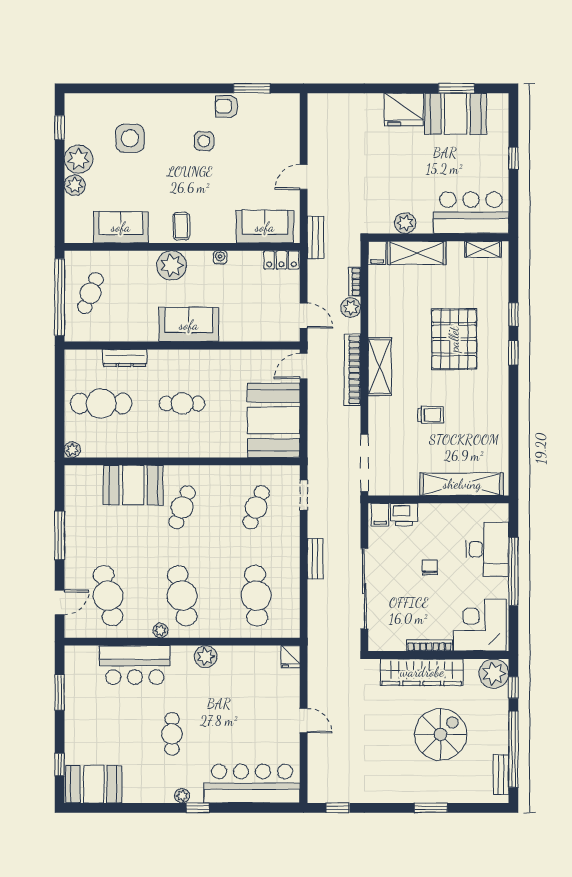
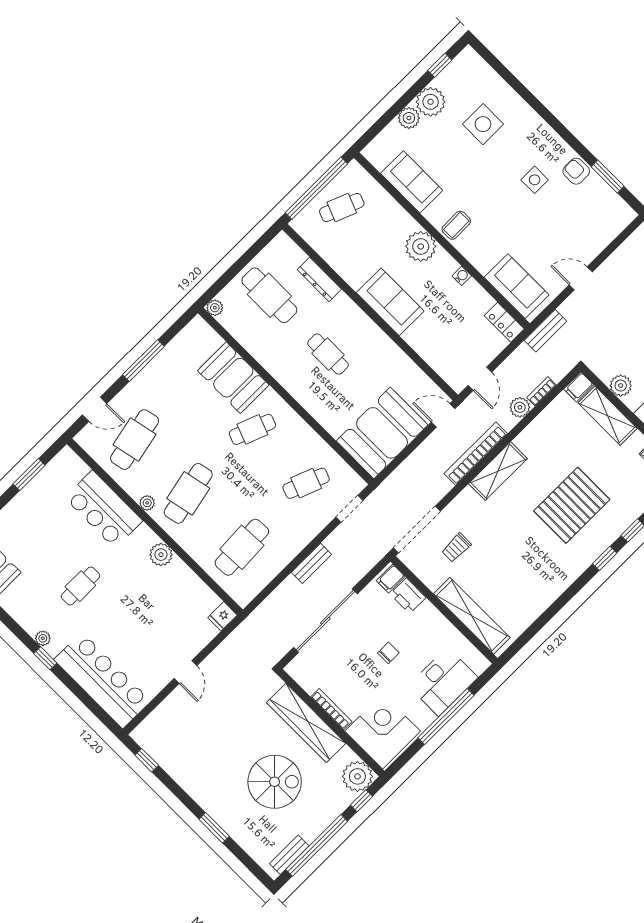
trolley: (431, 415) -> (456, 548), moved, turned 90

